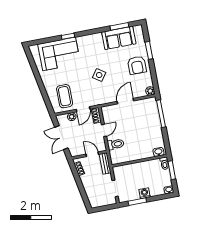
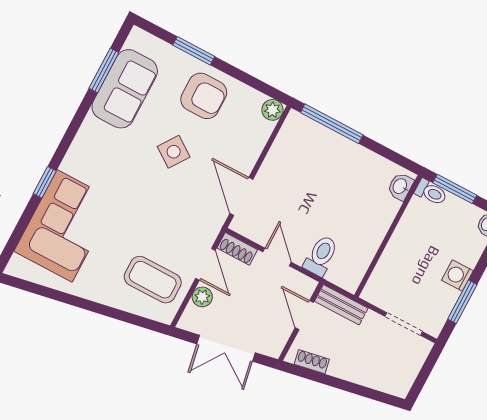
side table: (99, 75) -> (174, 152), moved
door: (125, 101) -> (241, 196), moved
door: (92, 154) -> (304, 315), hinge flipped

